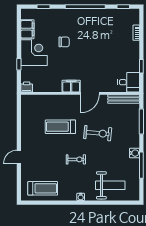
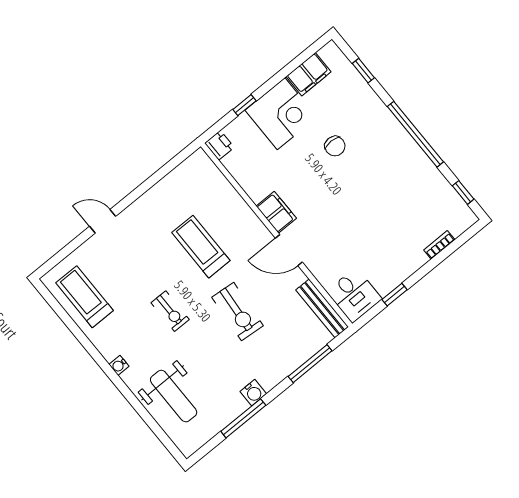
treadmill: (43, 188) -> (85, 297), turned 180

